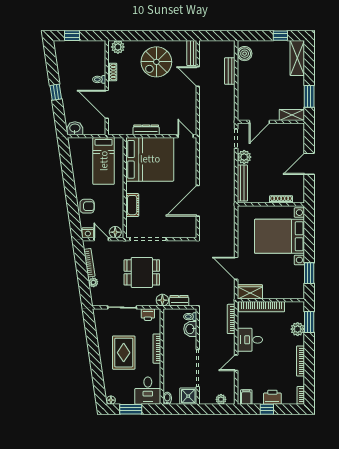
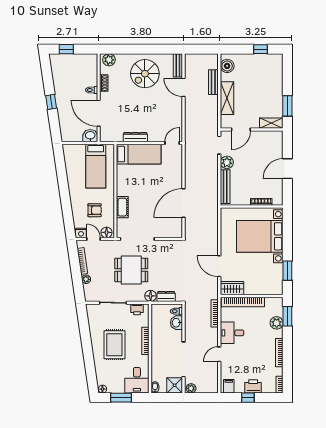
shelving: (297, 58) -> (227, 98), moved
washbasin: (75, 128) -> (90, 136), moved
door: (186, 136) -> (172, 143), hinge flipped
bed: (150, 159) -> (139, 154), width x0.49
armchair: (87, 206) -> (95, 210), moved
plant: (221, 399) -> (191, 388), moved

